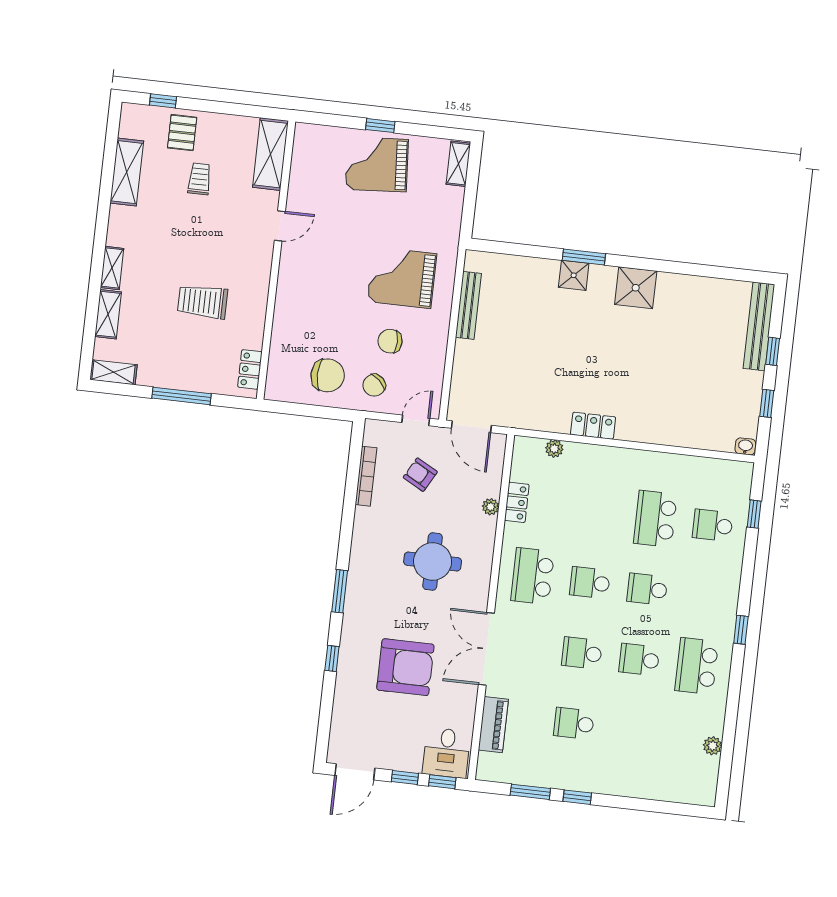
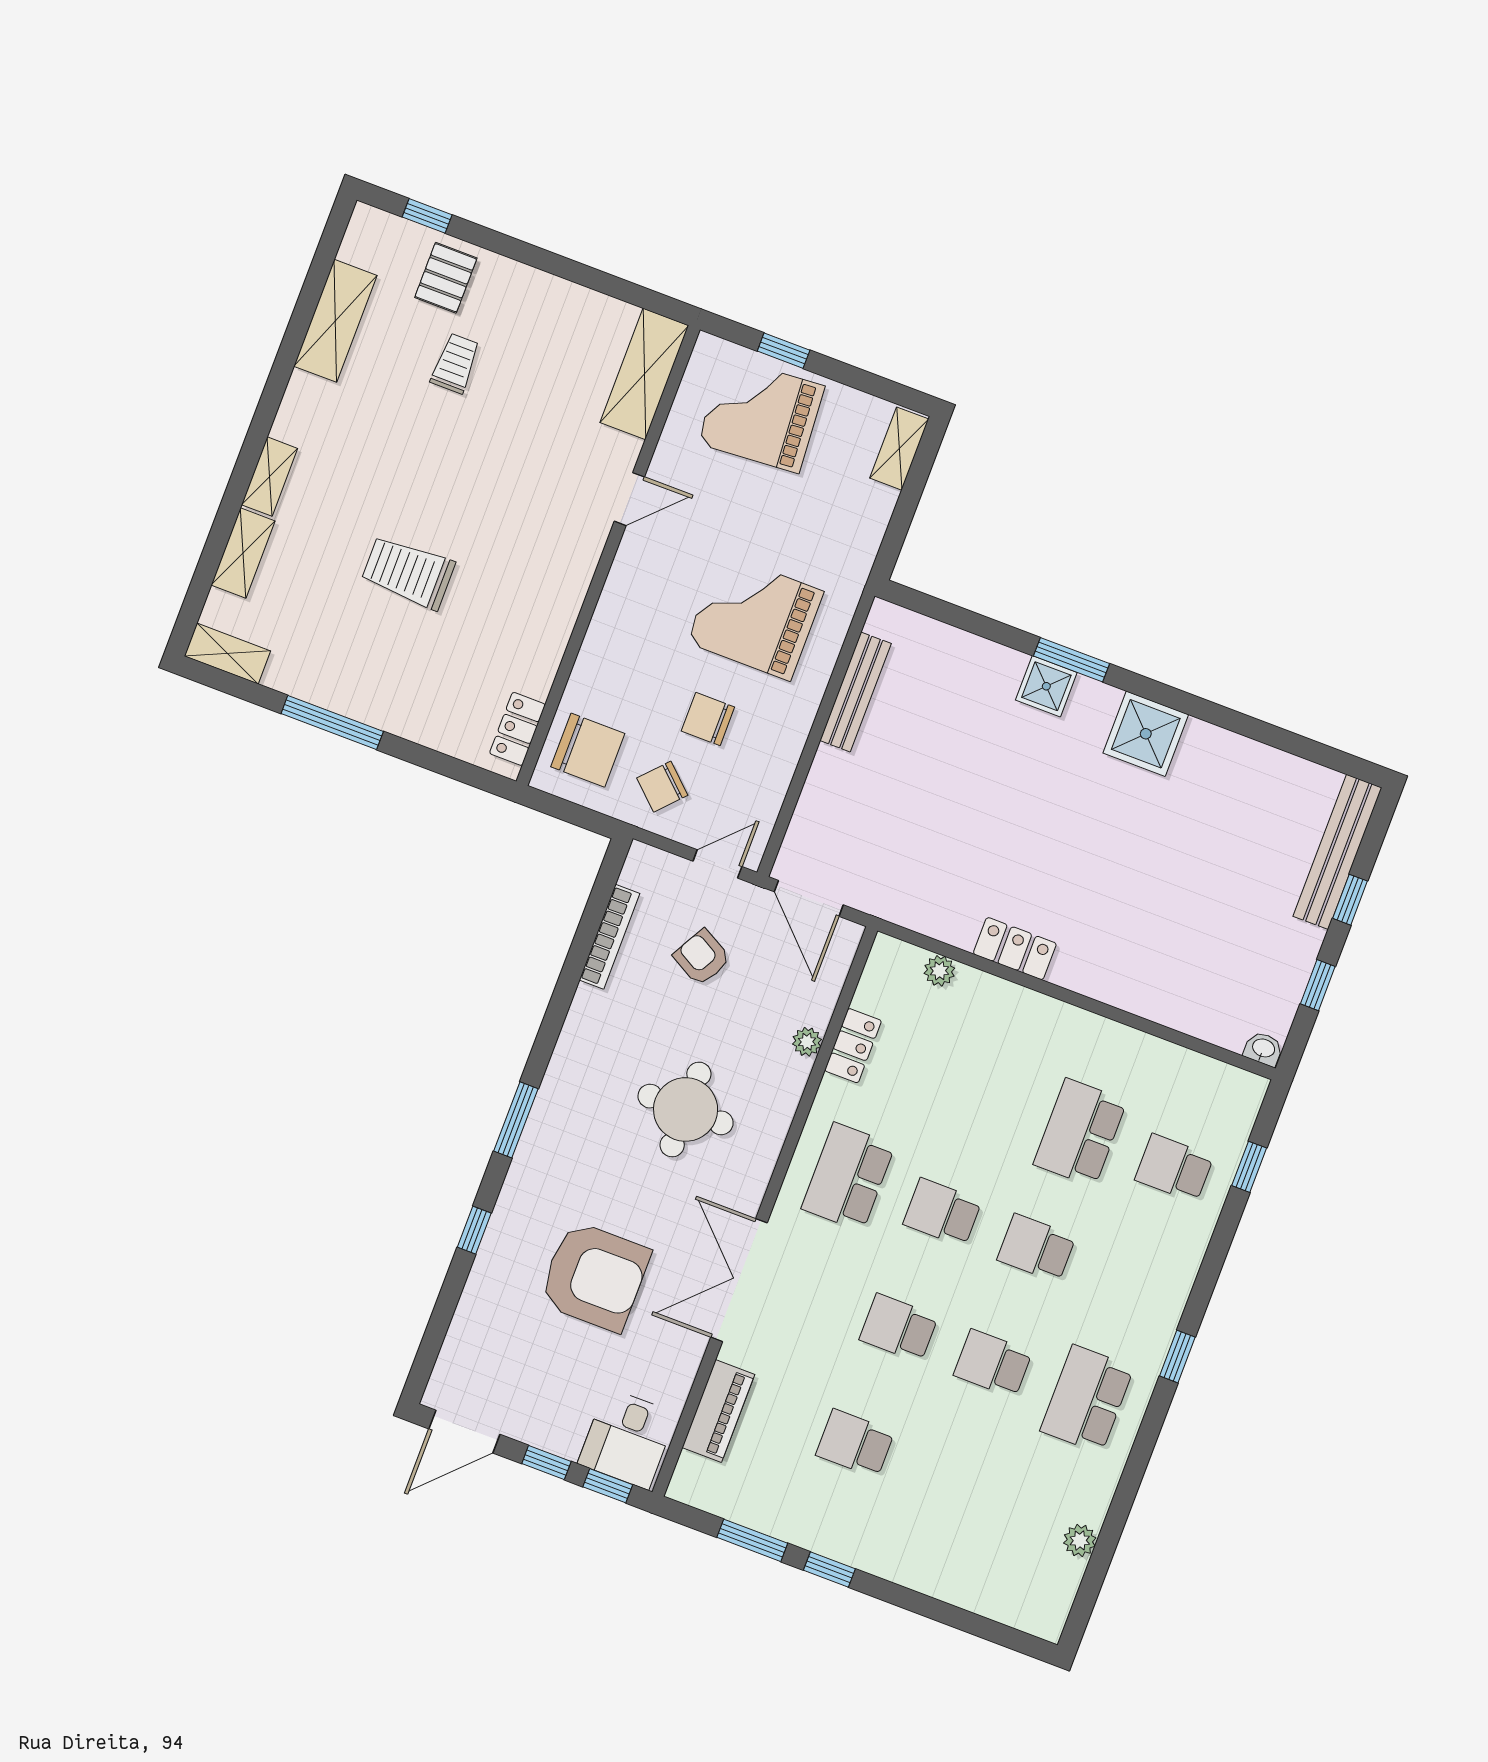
shelving: (270, 154) -> (644, 374), moved
door: (280, 226) -> (629, 499), moved
wall: (276, 260) -> (608, 556), moved
locker: (250, 369) -> (517, 729), moved

